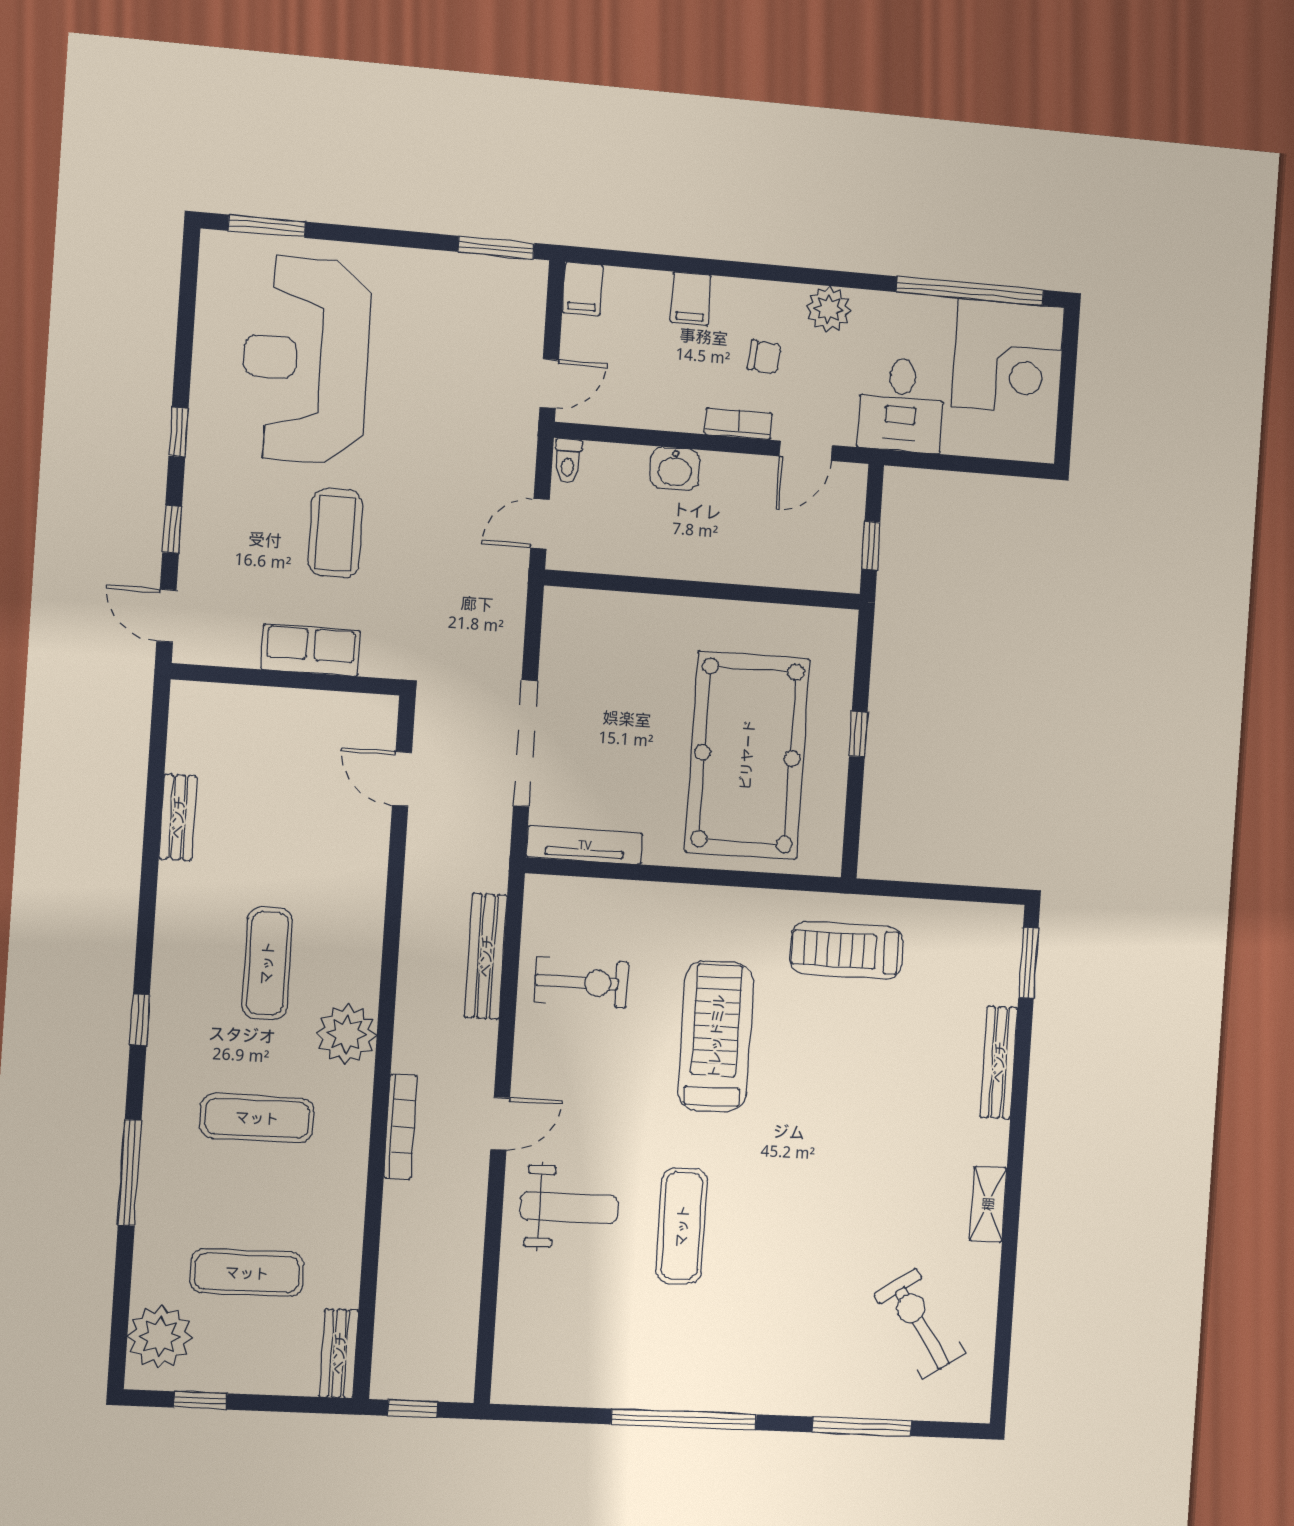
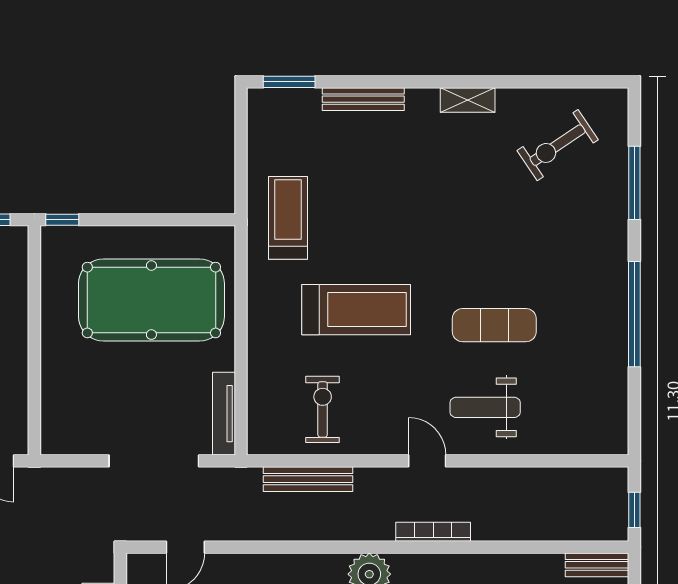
window: (858, 734) -> (62, 220), moved
treadmill: (846, 950) -> (288, 218), turned 180
treadmill: (716, 1037) -> (356, 310), turned 180
weight bench: (569, 1208) -> (485, 407), turned -90

